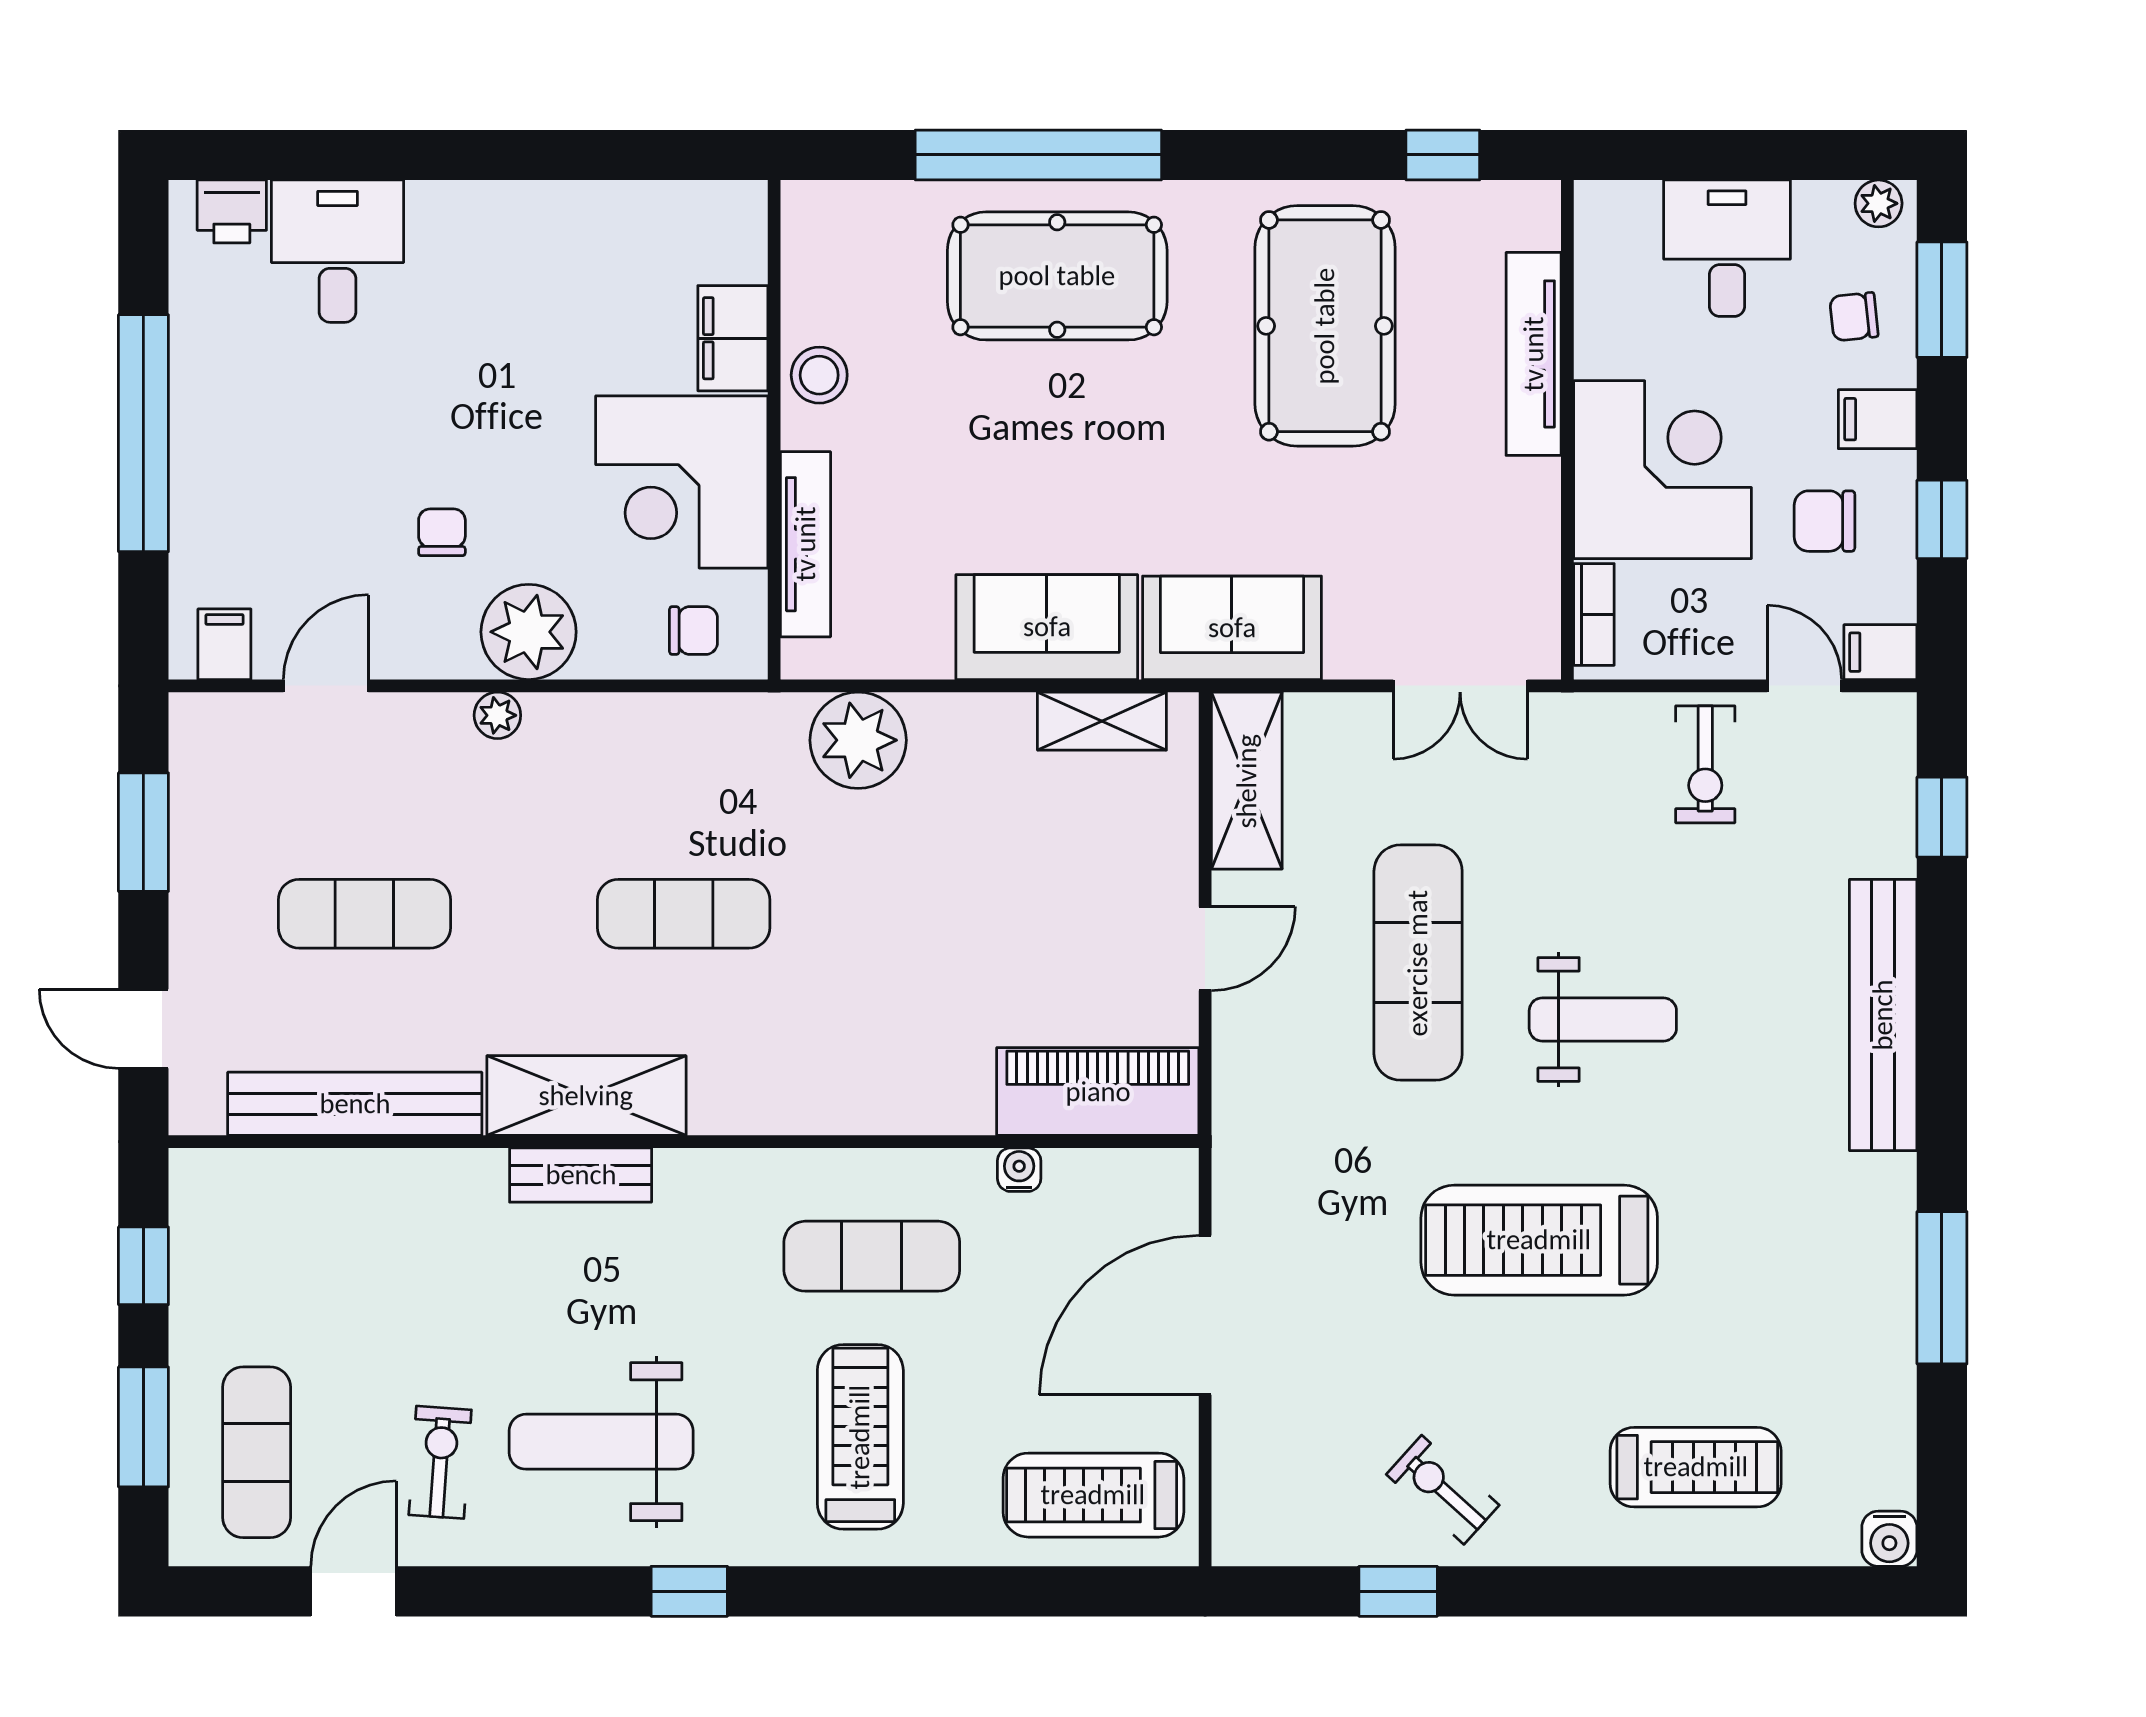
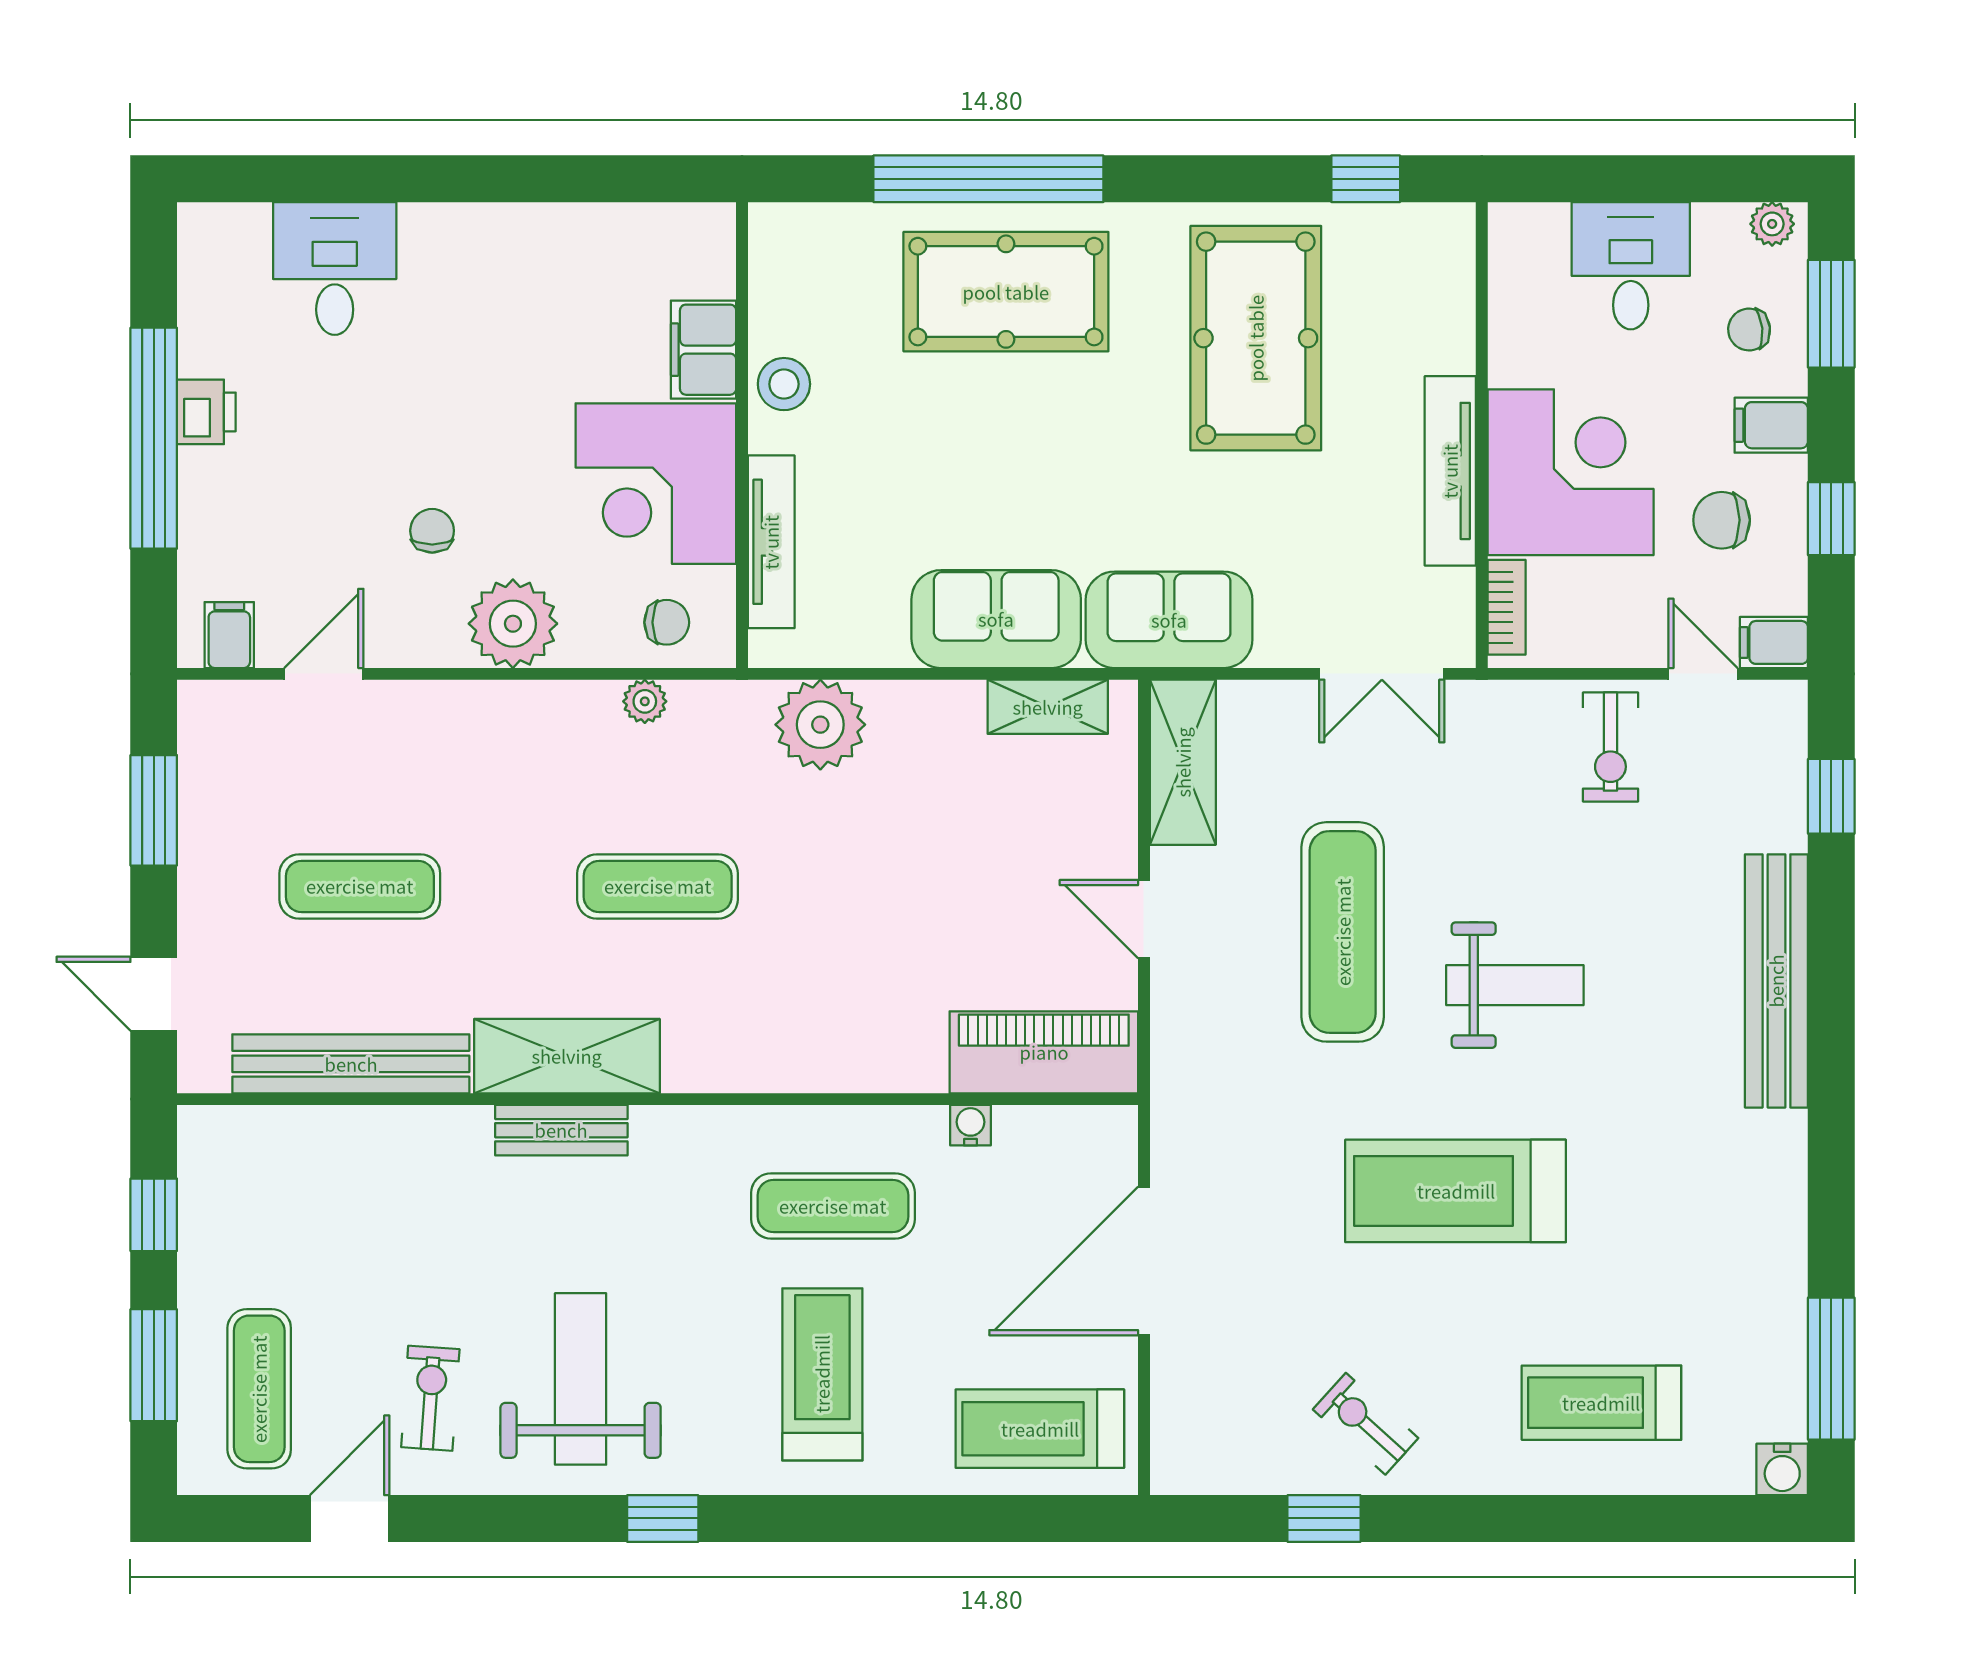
printer: (232, 211) -> (206, 412), moved, turned -90
tv unit: (1534, 354) -> (1450, 471), moved
plant: (497, 715) -> (645, 701), moved
door: (1205, 949) -> (1144, 919), swing flipped
window: (1942, 1288) -> (1831, 1369), moved
weight bench: (601, 1442) -> (581, 1379), turned 90
treadmill: (1696, 1467) -> (1601, 1403), turned 180

